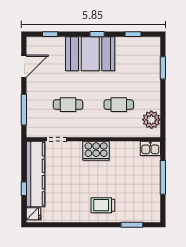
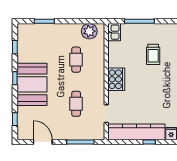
trolley: (103, 205) -> (153, 54), moved

